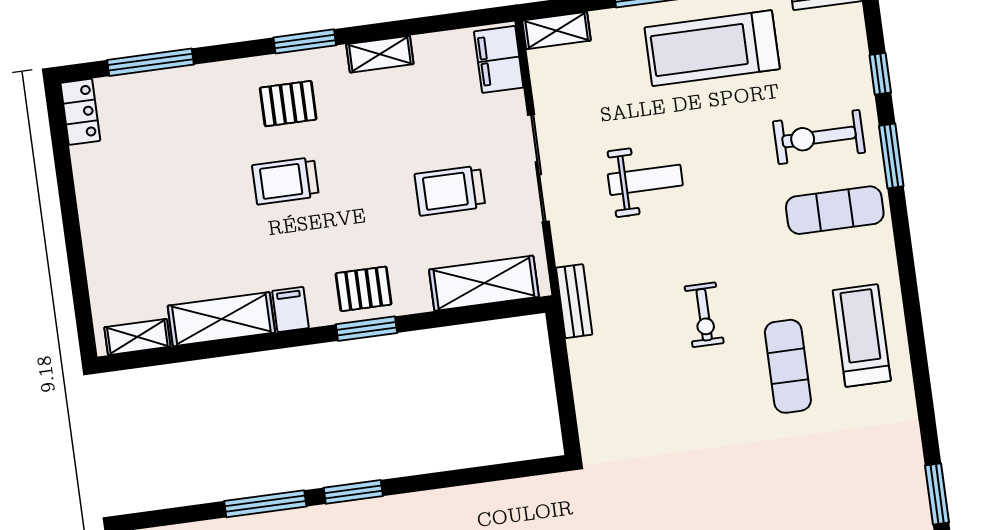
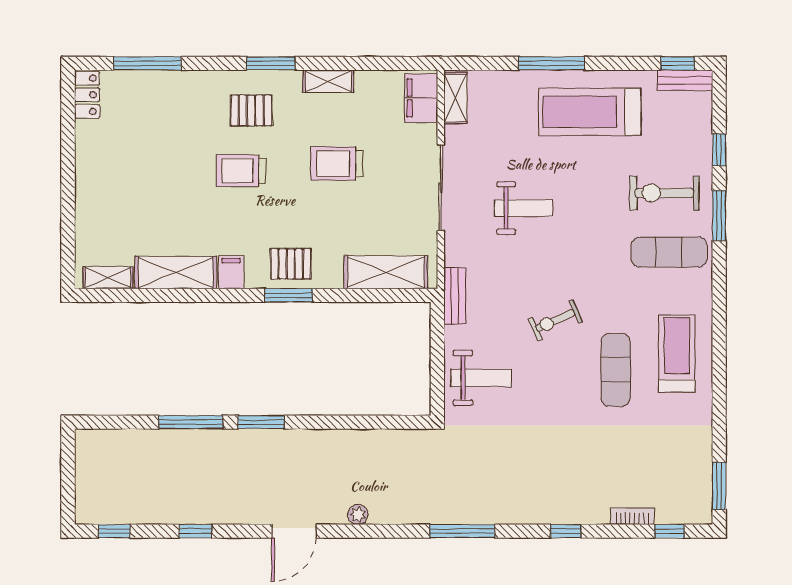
shelving: (557, 30) -> (455, 98), moved, turned 90
trolley: (450, 191) -> (337, 163), moved
exercise bike: (704, 315) -> (555, 320), turned 66
weight bench: (621, 399) -> (481, 378), added

